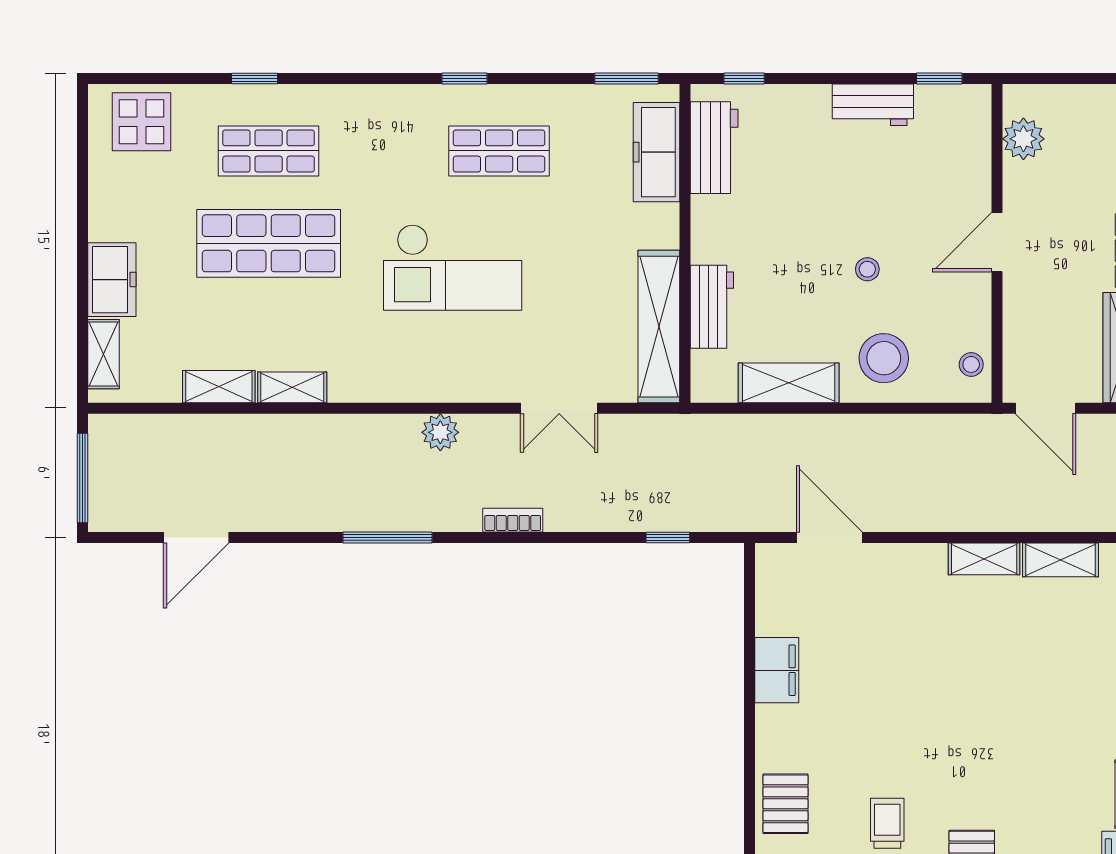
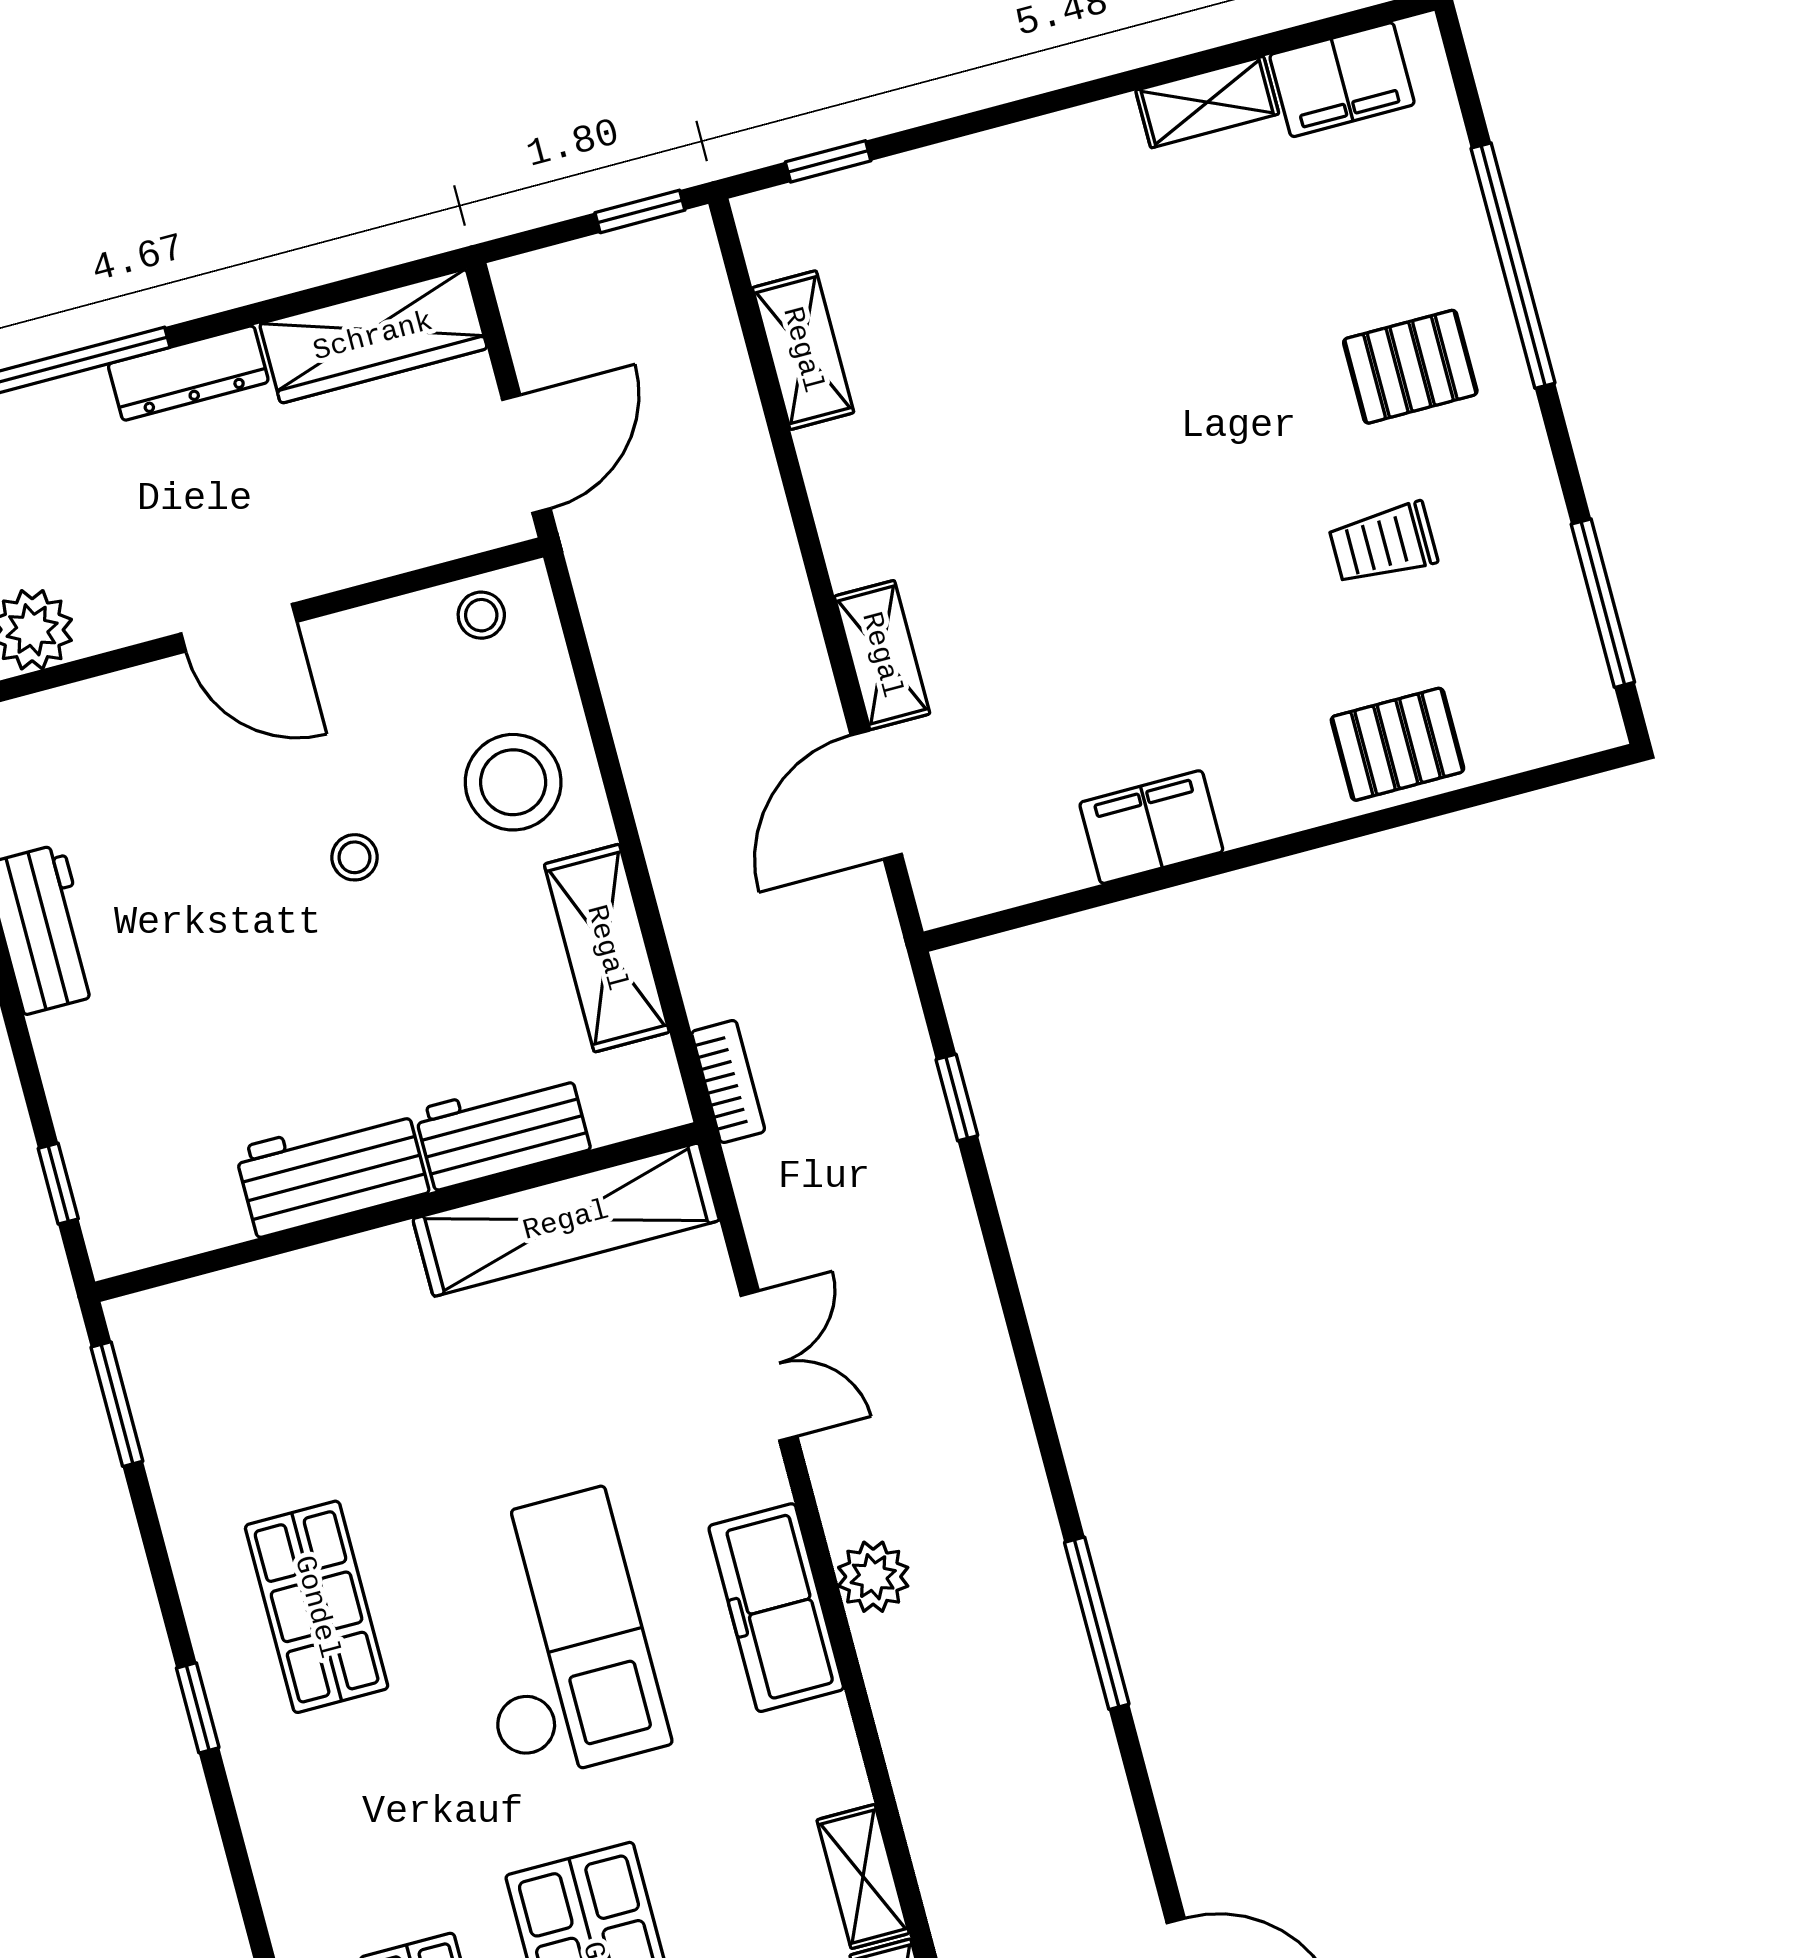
workbench: (714, 148) -> (332, 1171), moved
freezer: (657, 152) -> (776, 1608), moved, turned 90
bookcase: (513, 520) -> (728, 1082), moved, turned 180
shelving: (984, 559) -> (882, 655), moved

